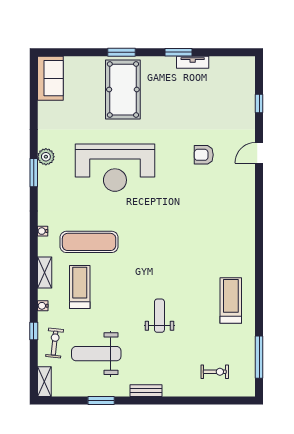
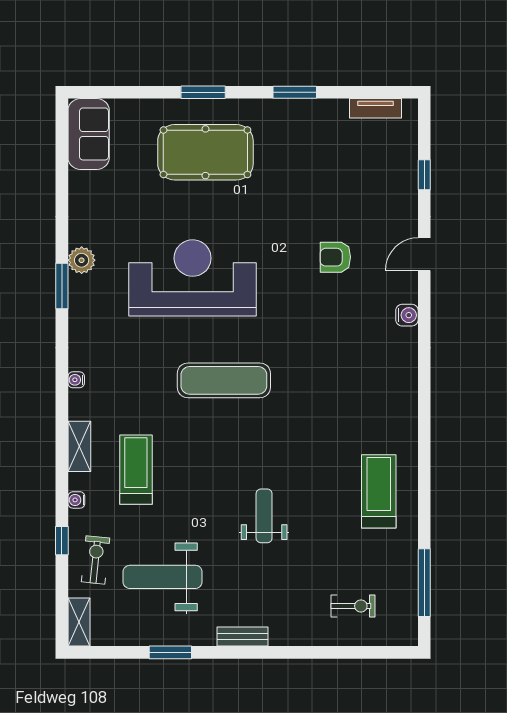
tv unit: (193, 62) -> (376, 108), moved
pool table: (123, 90) -> (205, 152), turned 90
reception desk: (115, 168) -> (193, 278), turned 180
water cooler: (248, 191) -> (407, 315), added
exercise mat: (89, 242) -> (224, 380), moved

